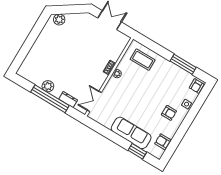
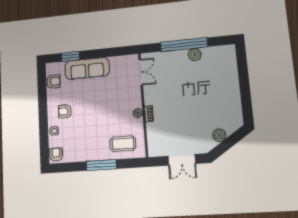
plant: (59, 19) -> (219, 135), moved
window: (183, 64) -> (101, 165), moved
dresser: (68, 100) -> (167, 56), removed

